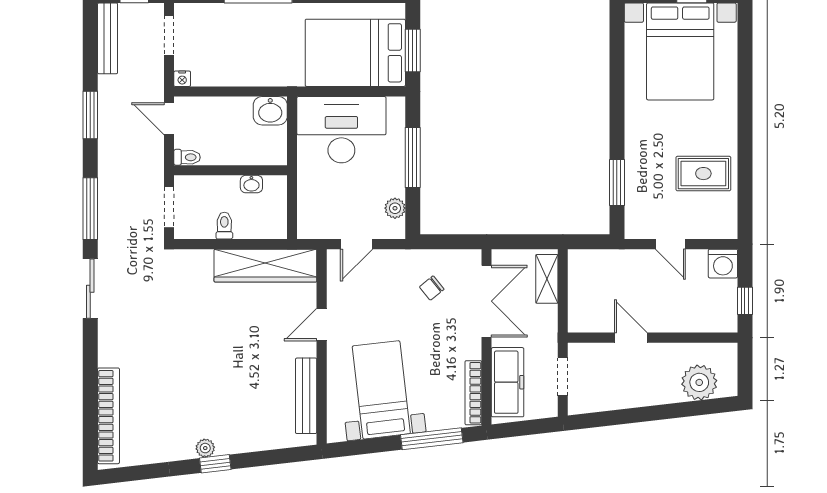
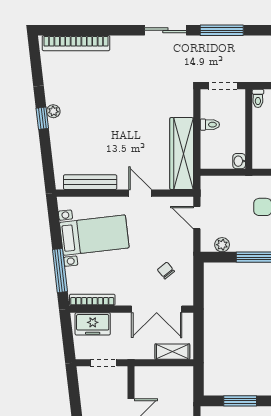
washbasin: (251, 184) -> (239, 161), moved
freezer: (508, 382) -> (93, 324), width x0.71

